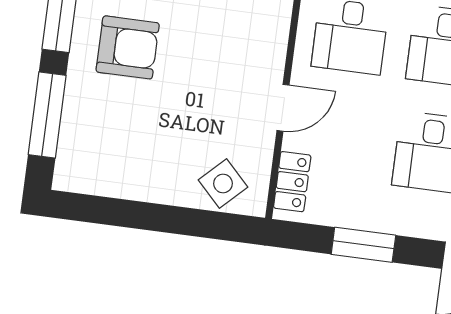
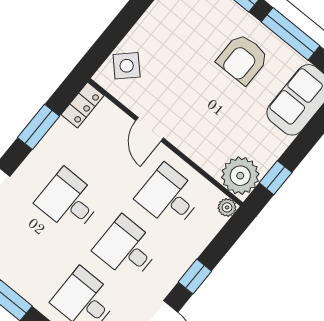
locker: (292, 182) -> (82, 105), moved, turned -90

